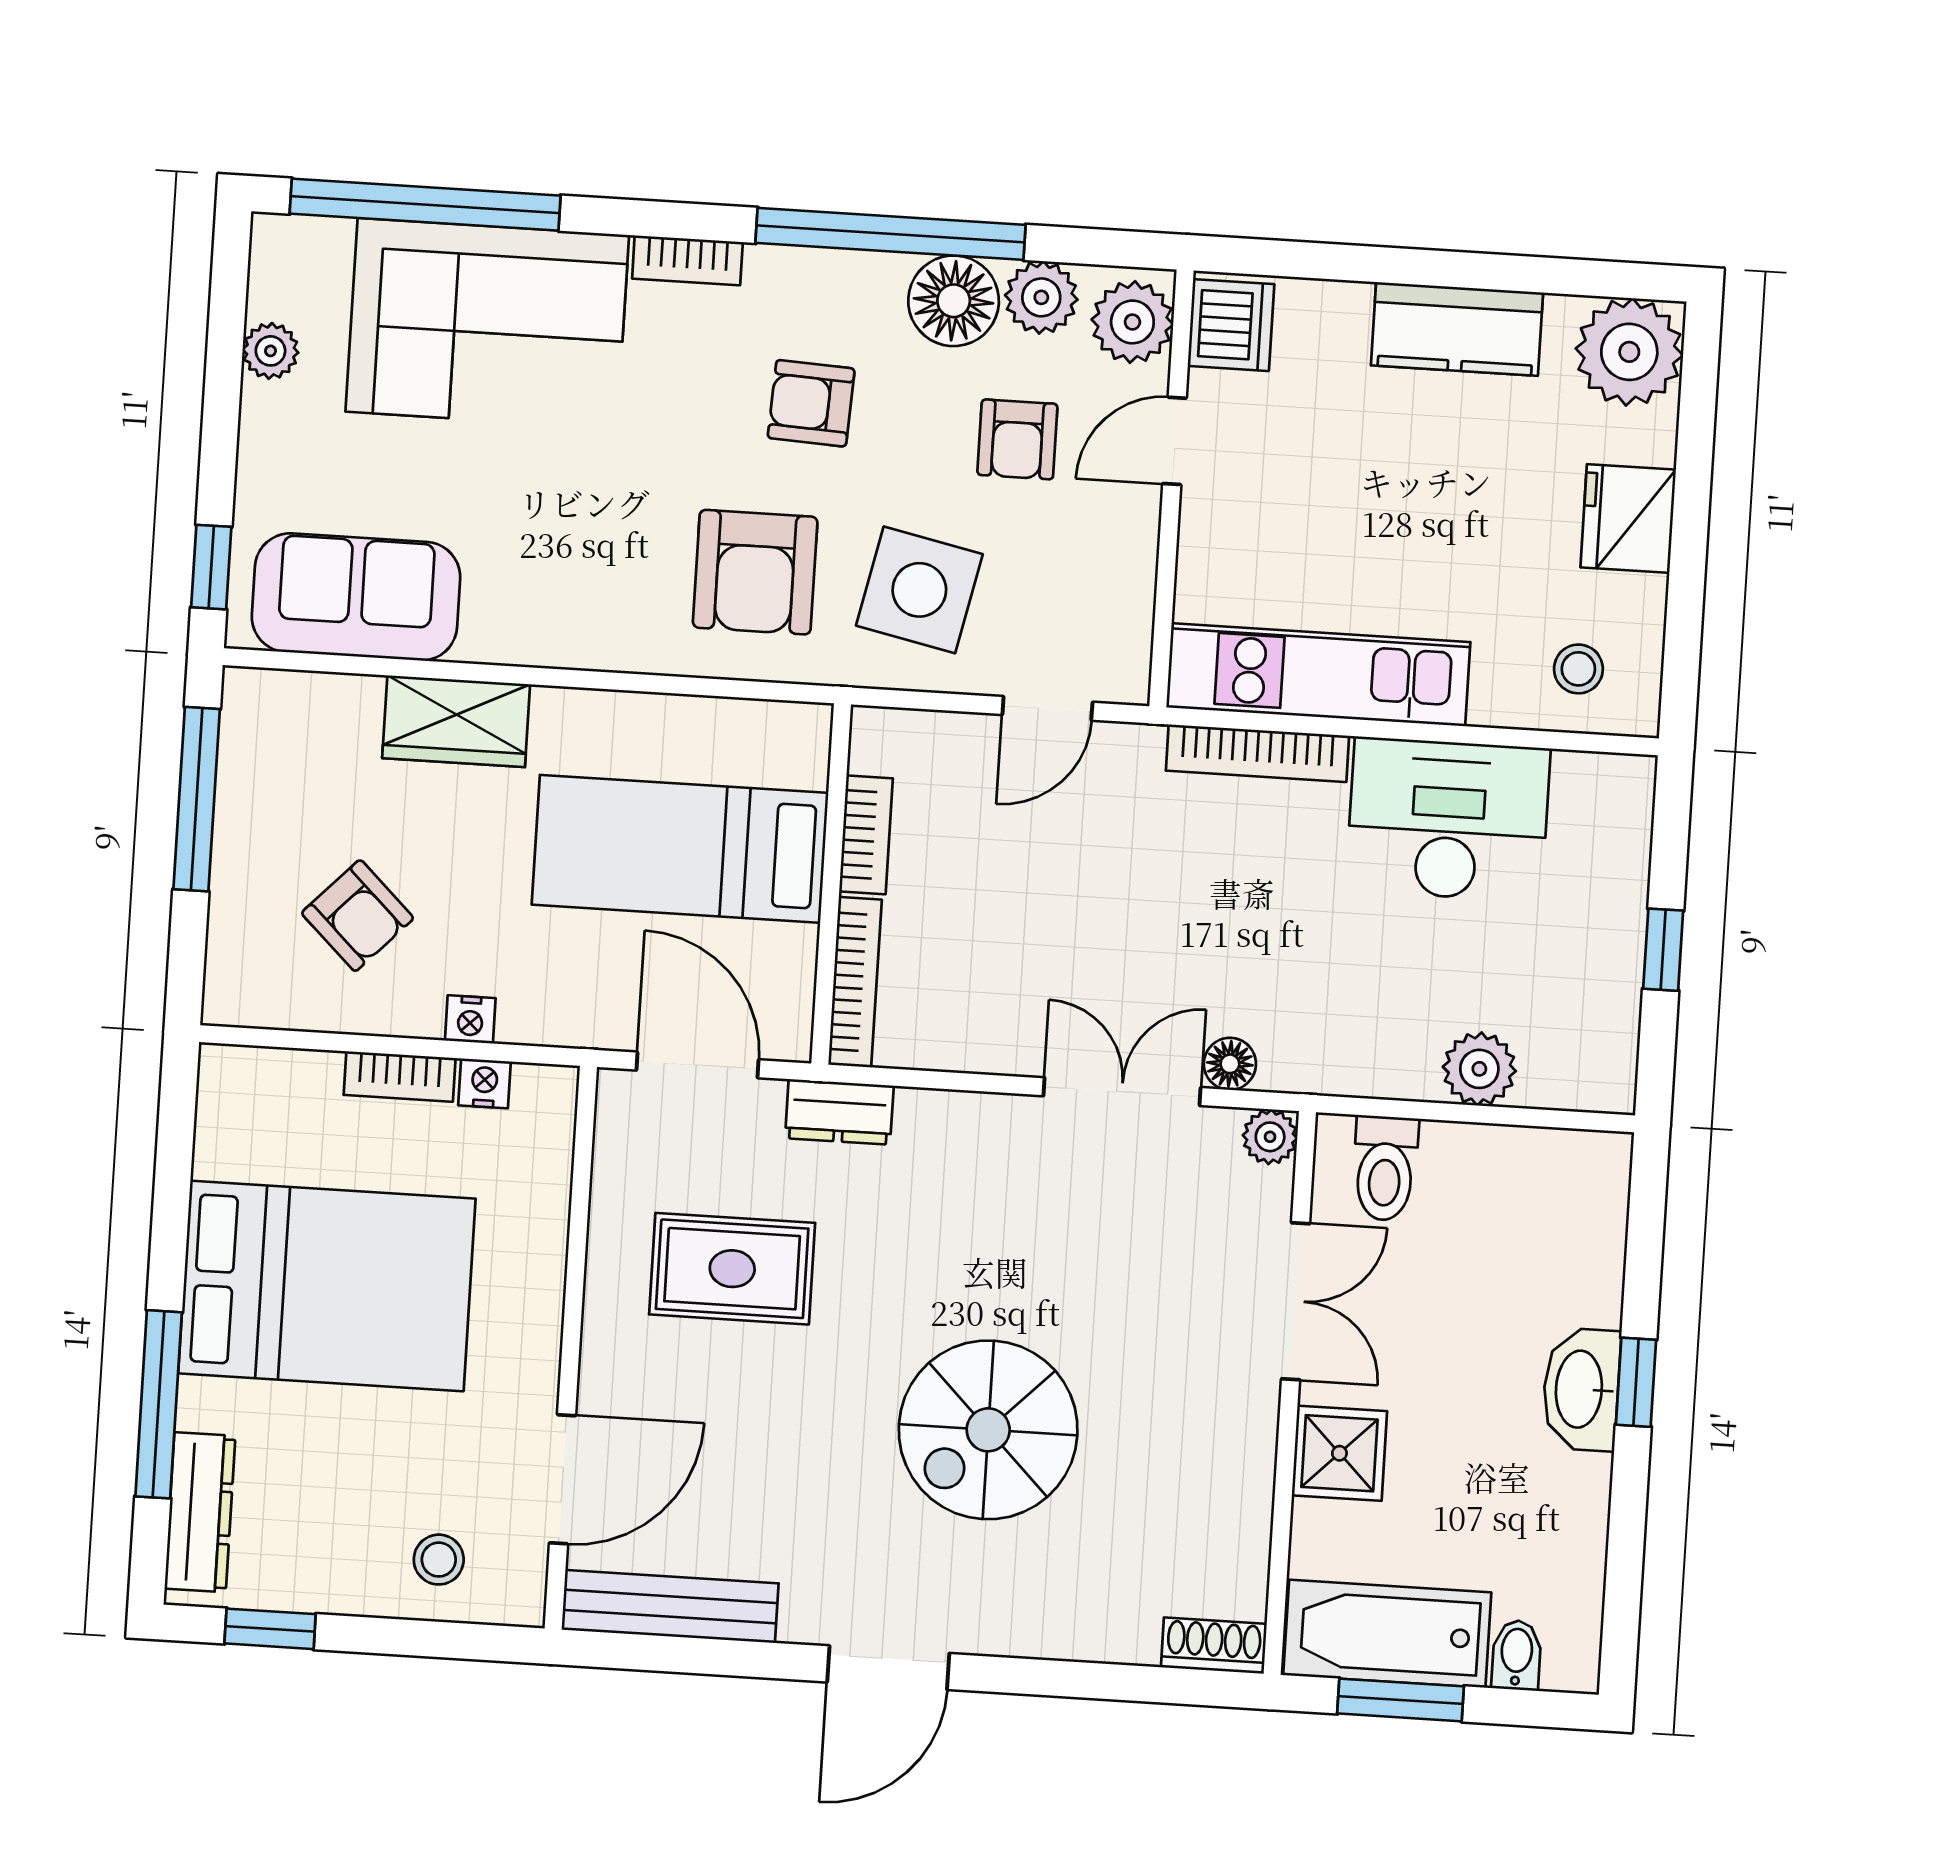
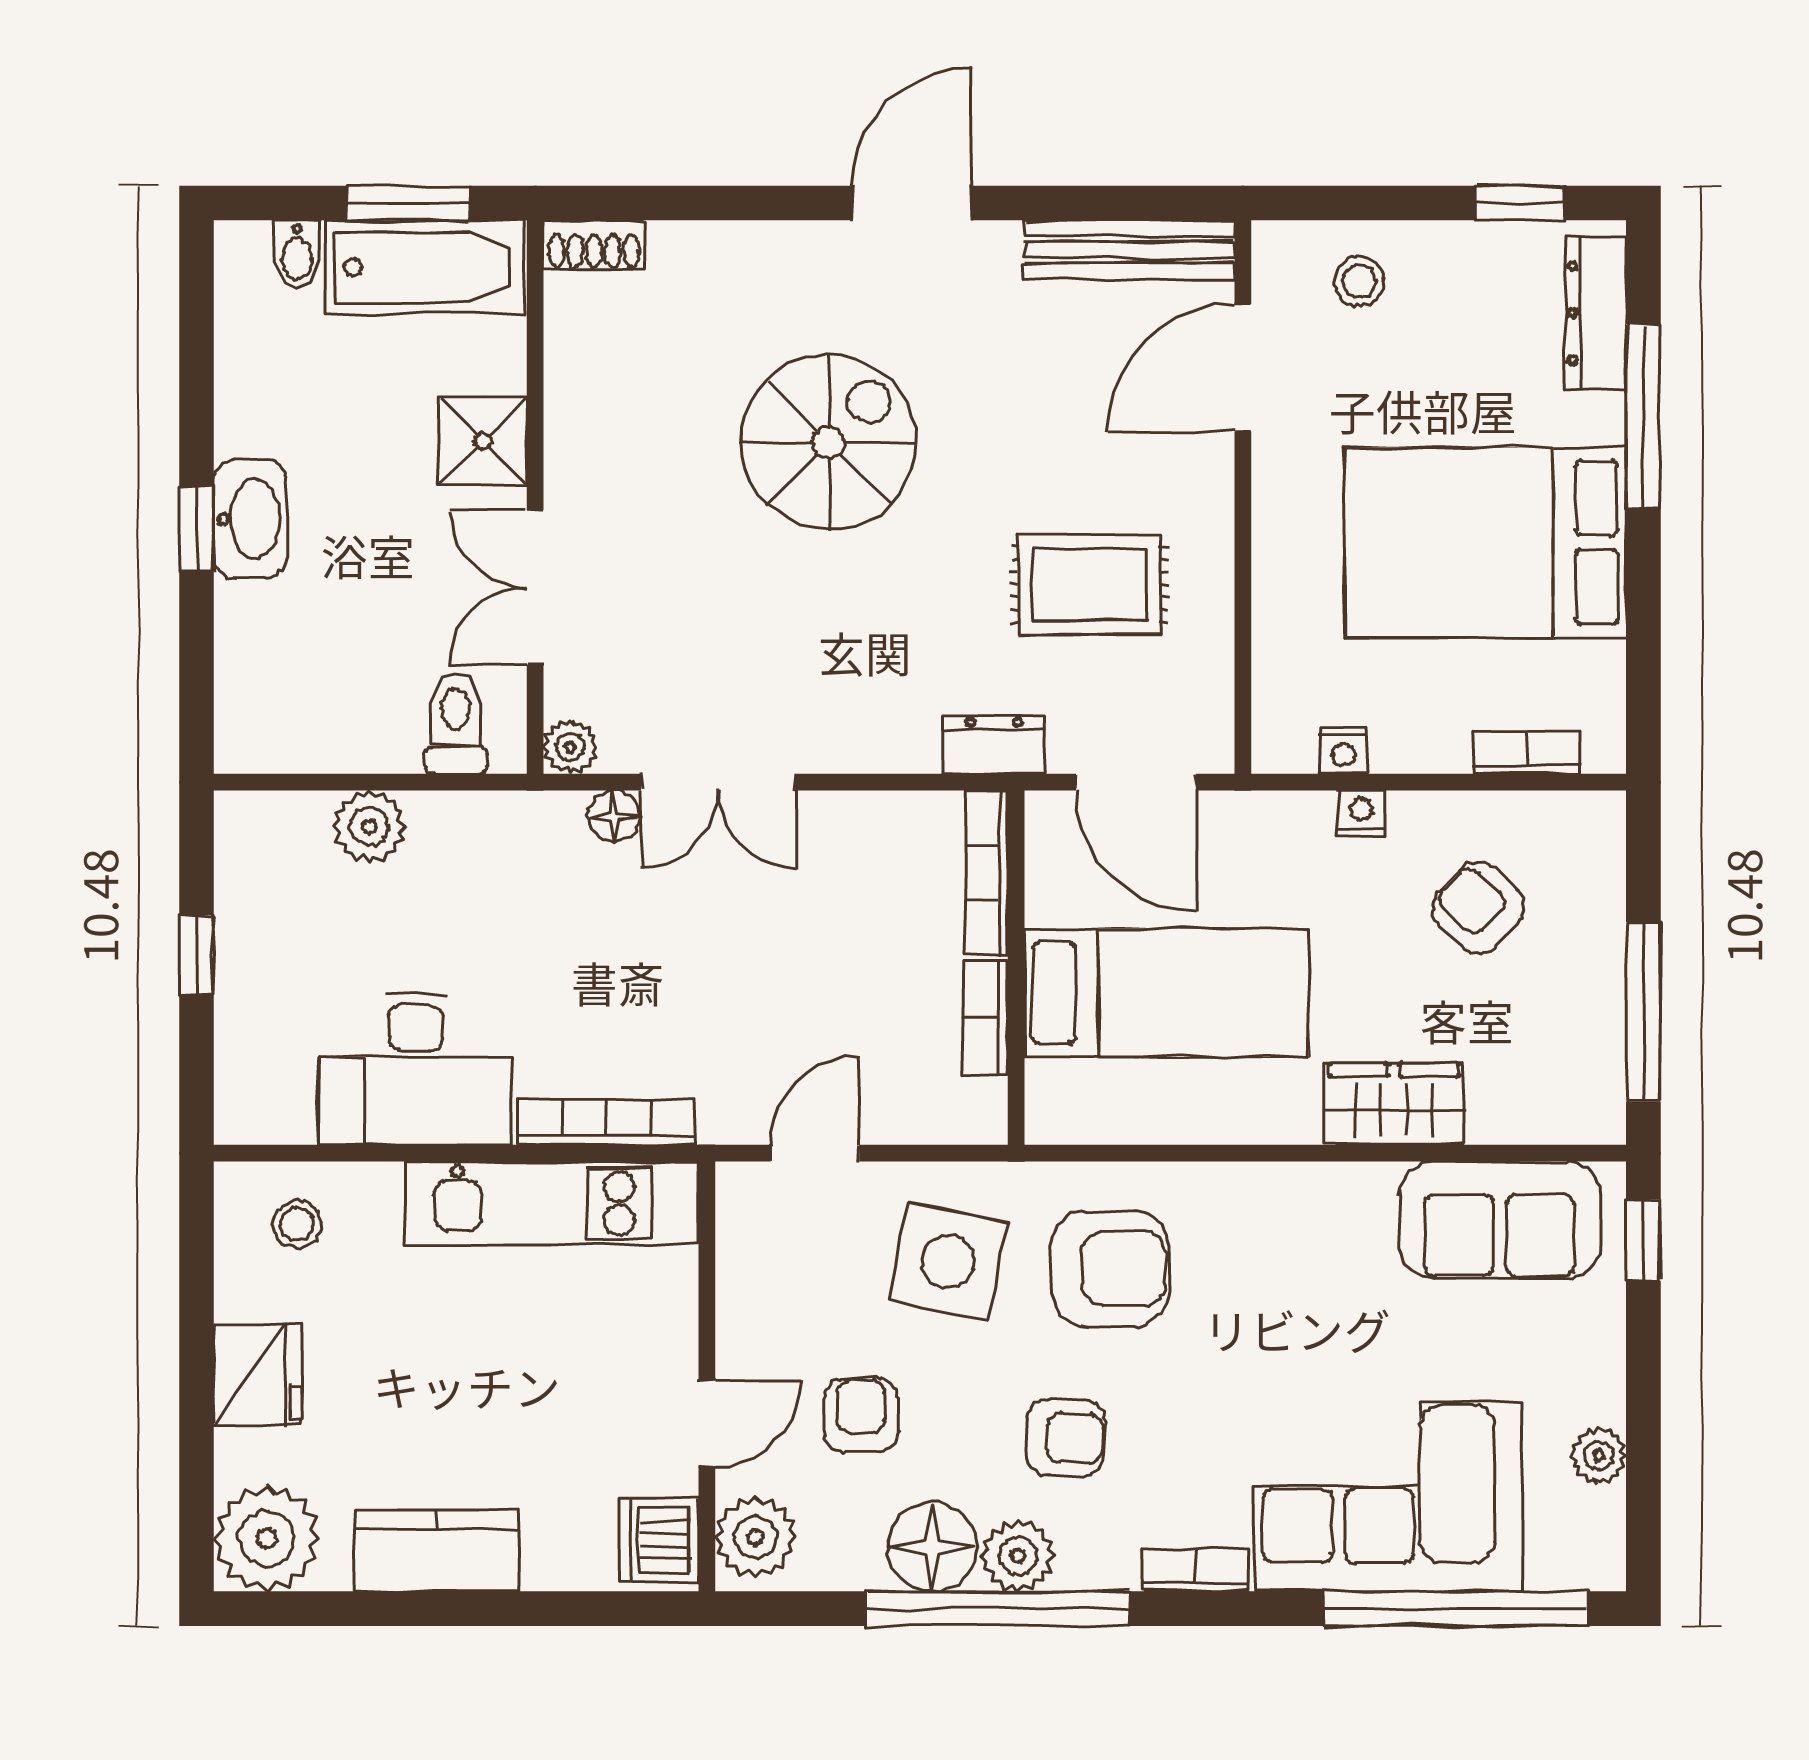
plant: (1041, 297) -> (1018, 1556), moved
armchair: (755, 572) -> (1110, 1269), turned 90
bookcase: (400, 1076) -> (1527, 752), moved

